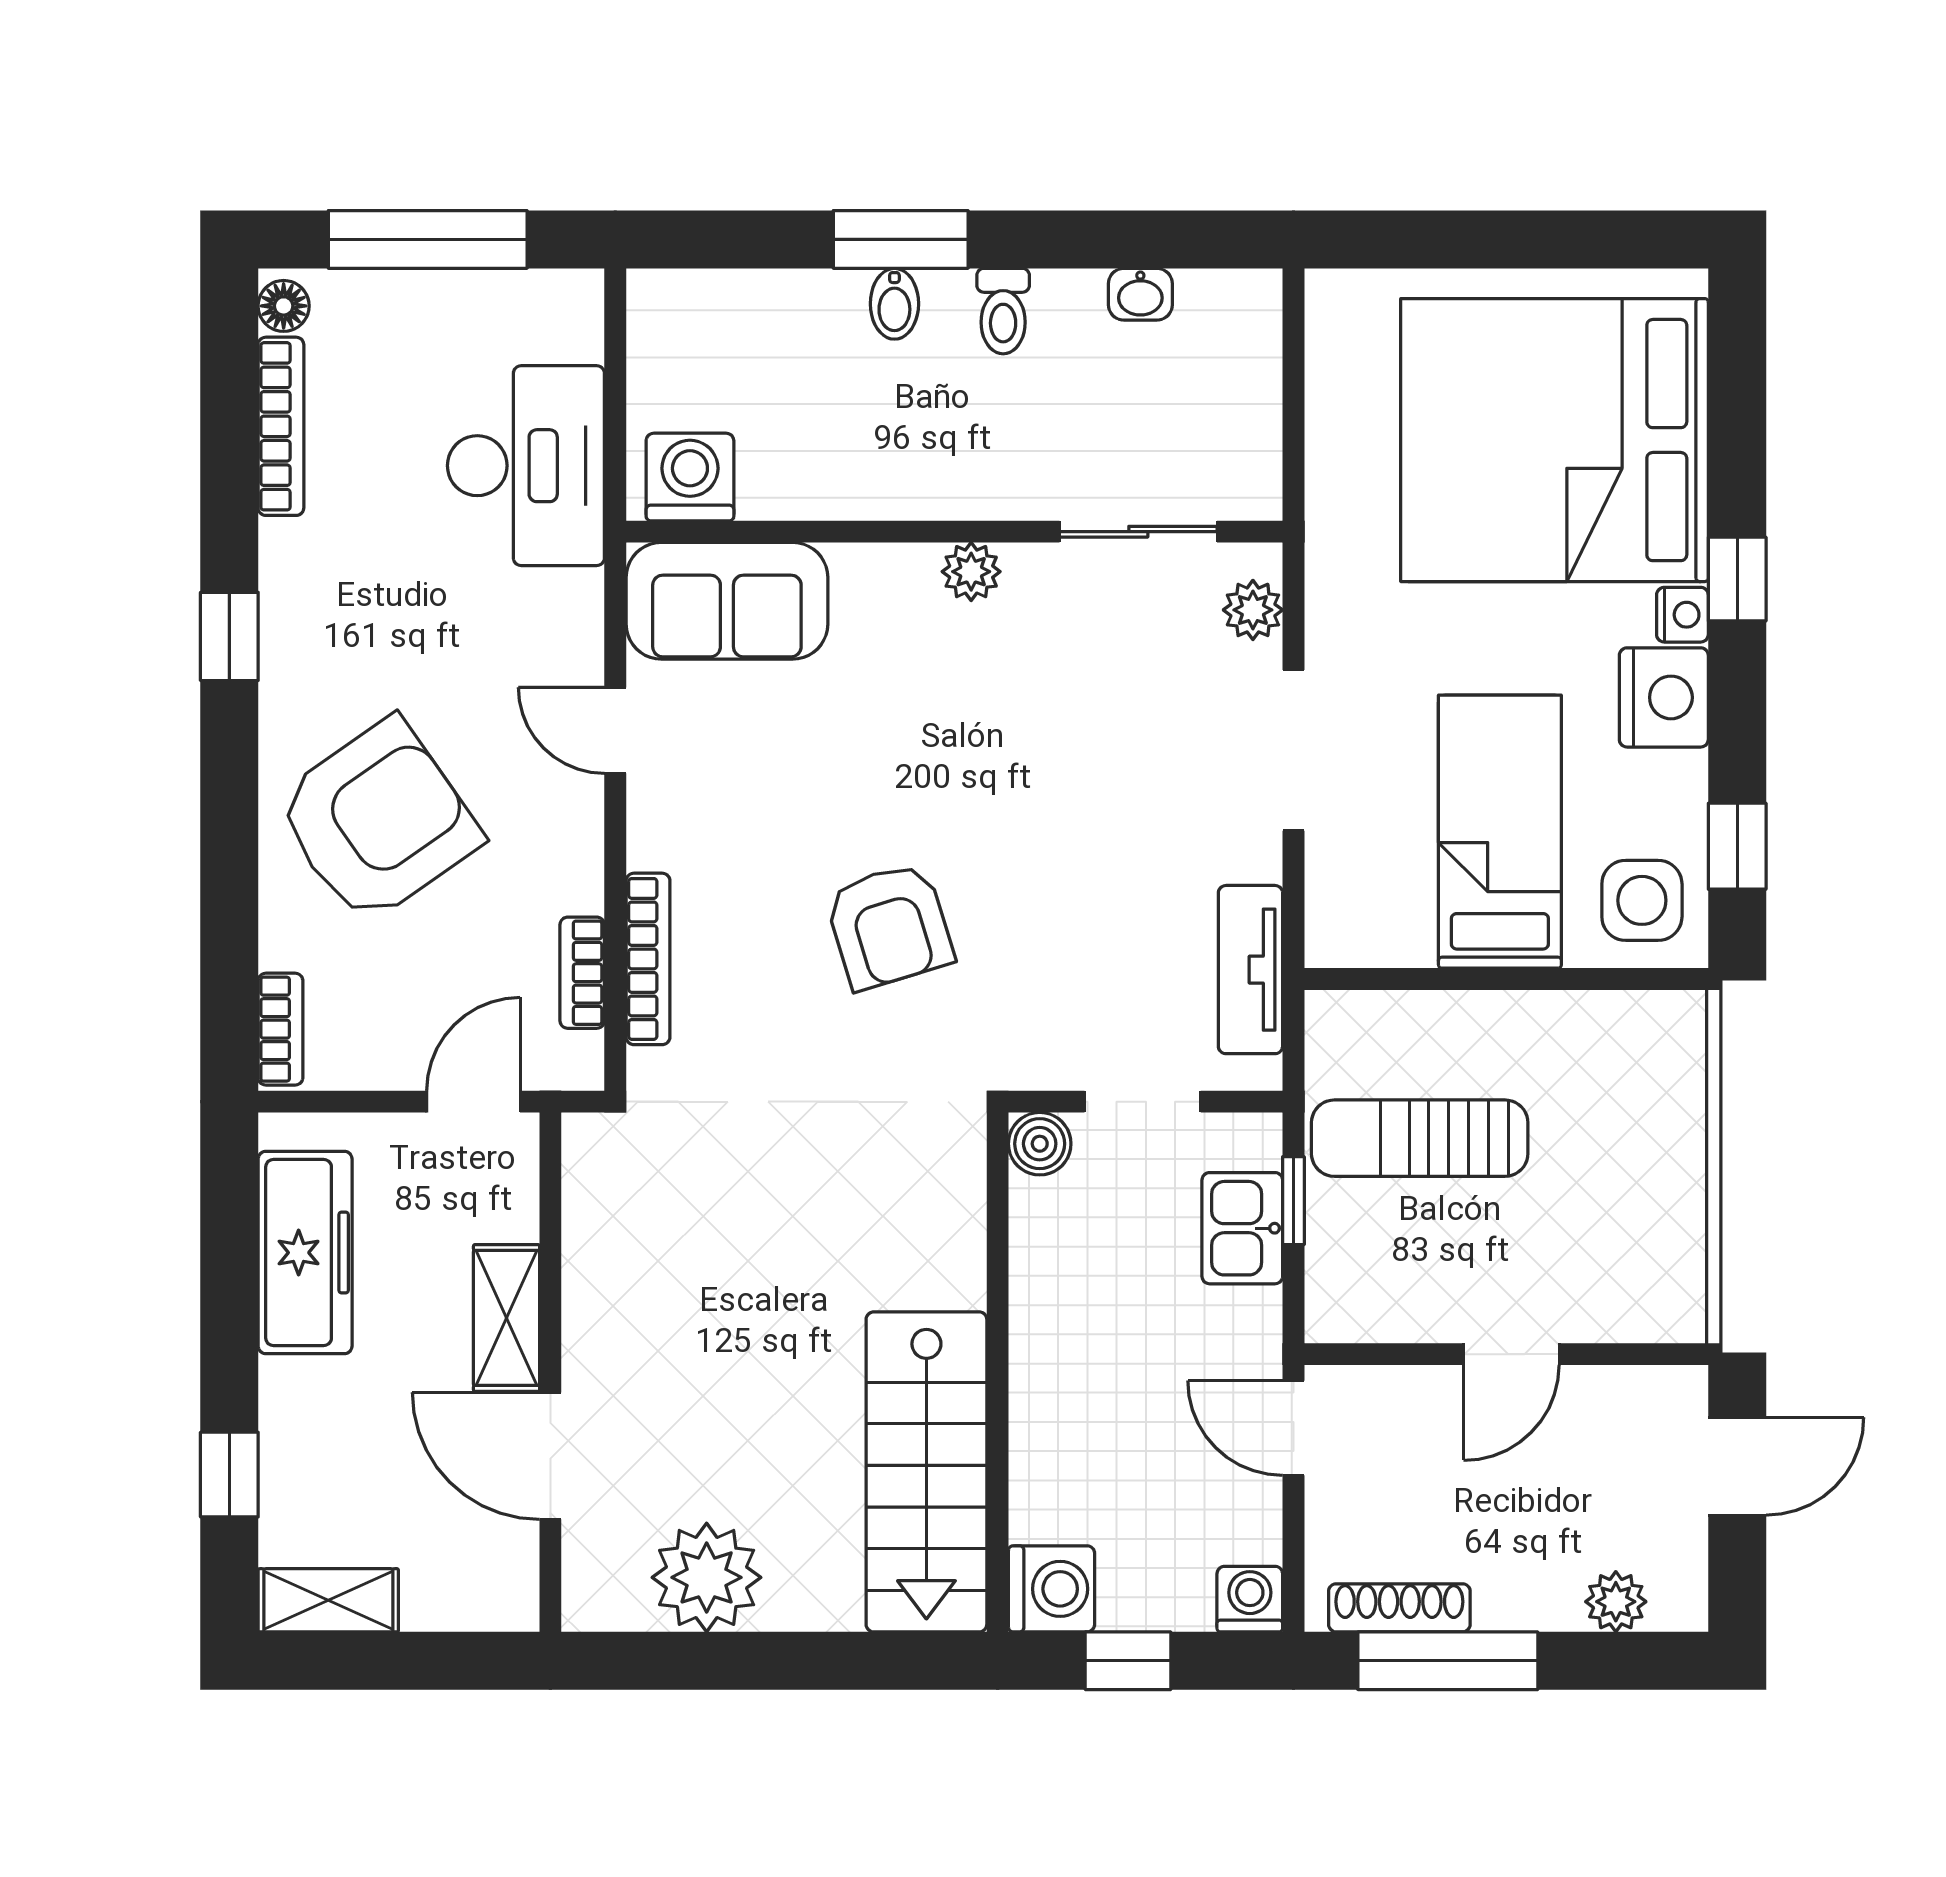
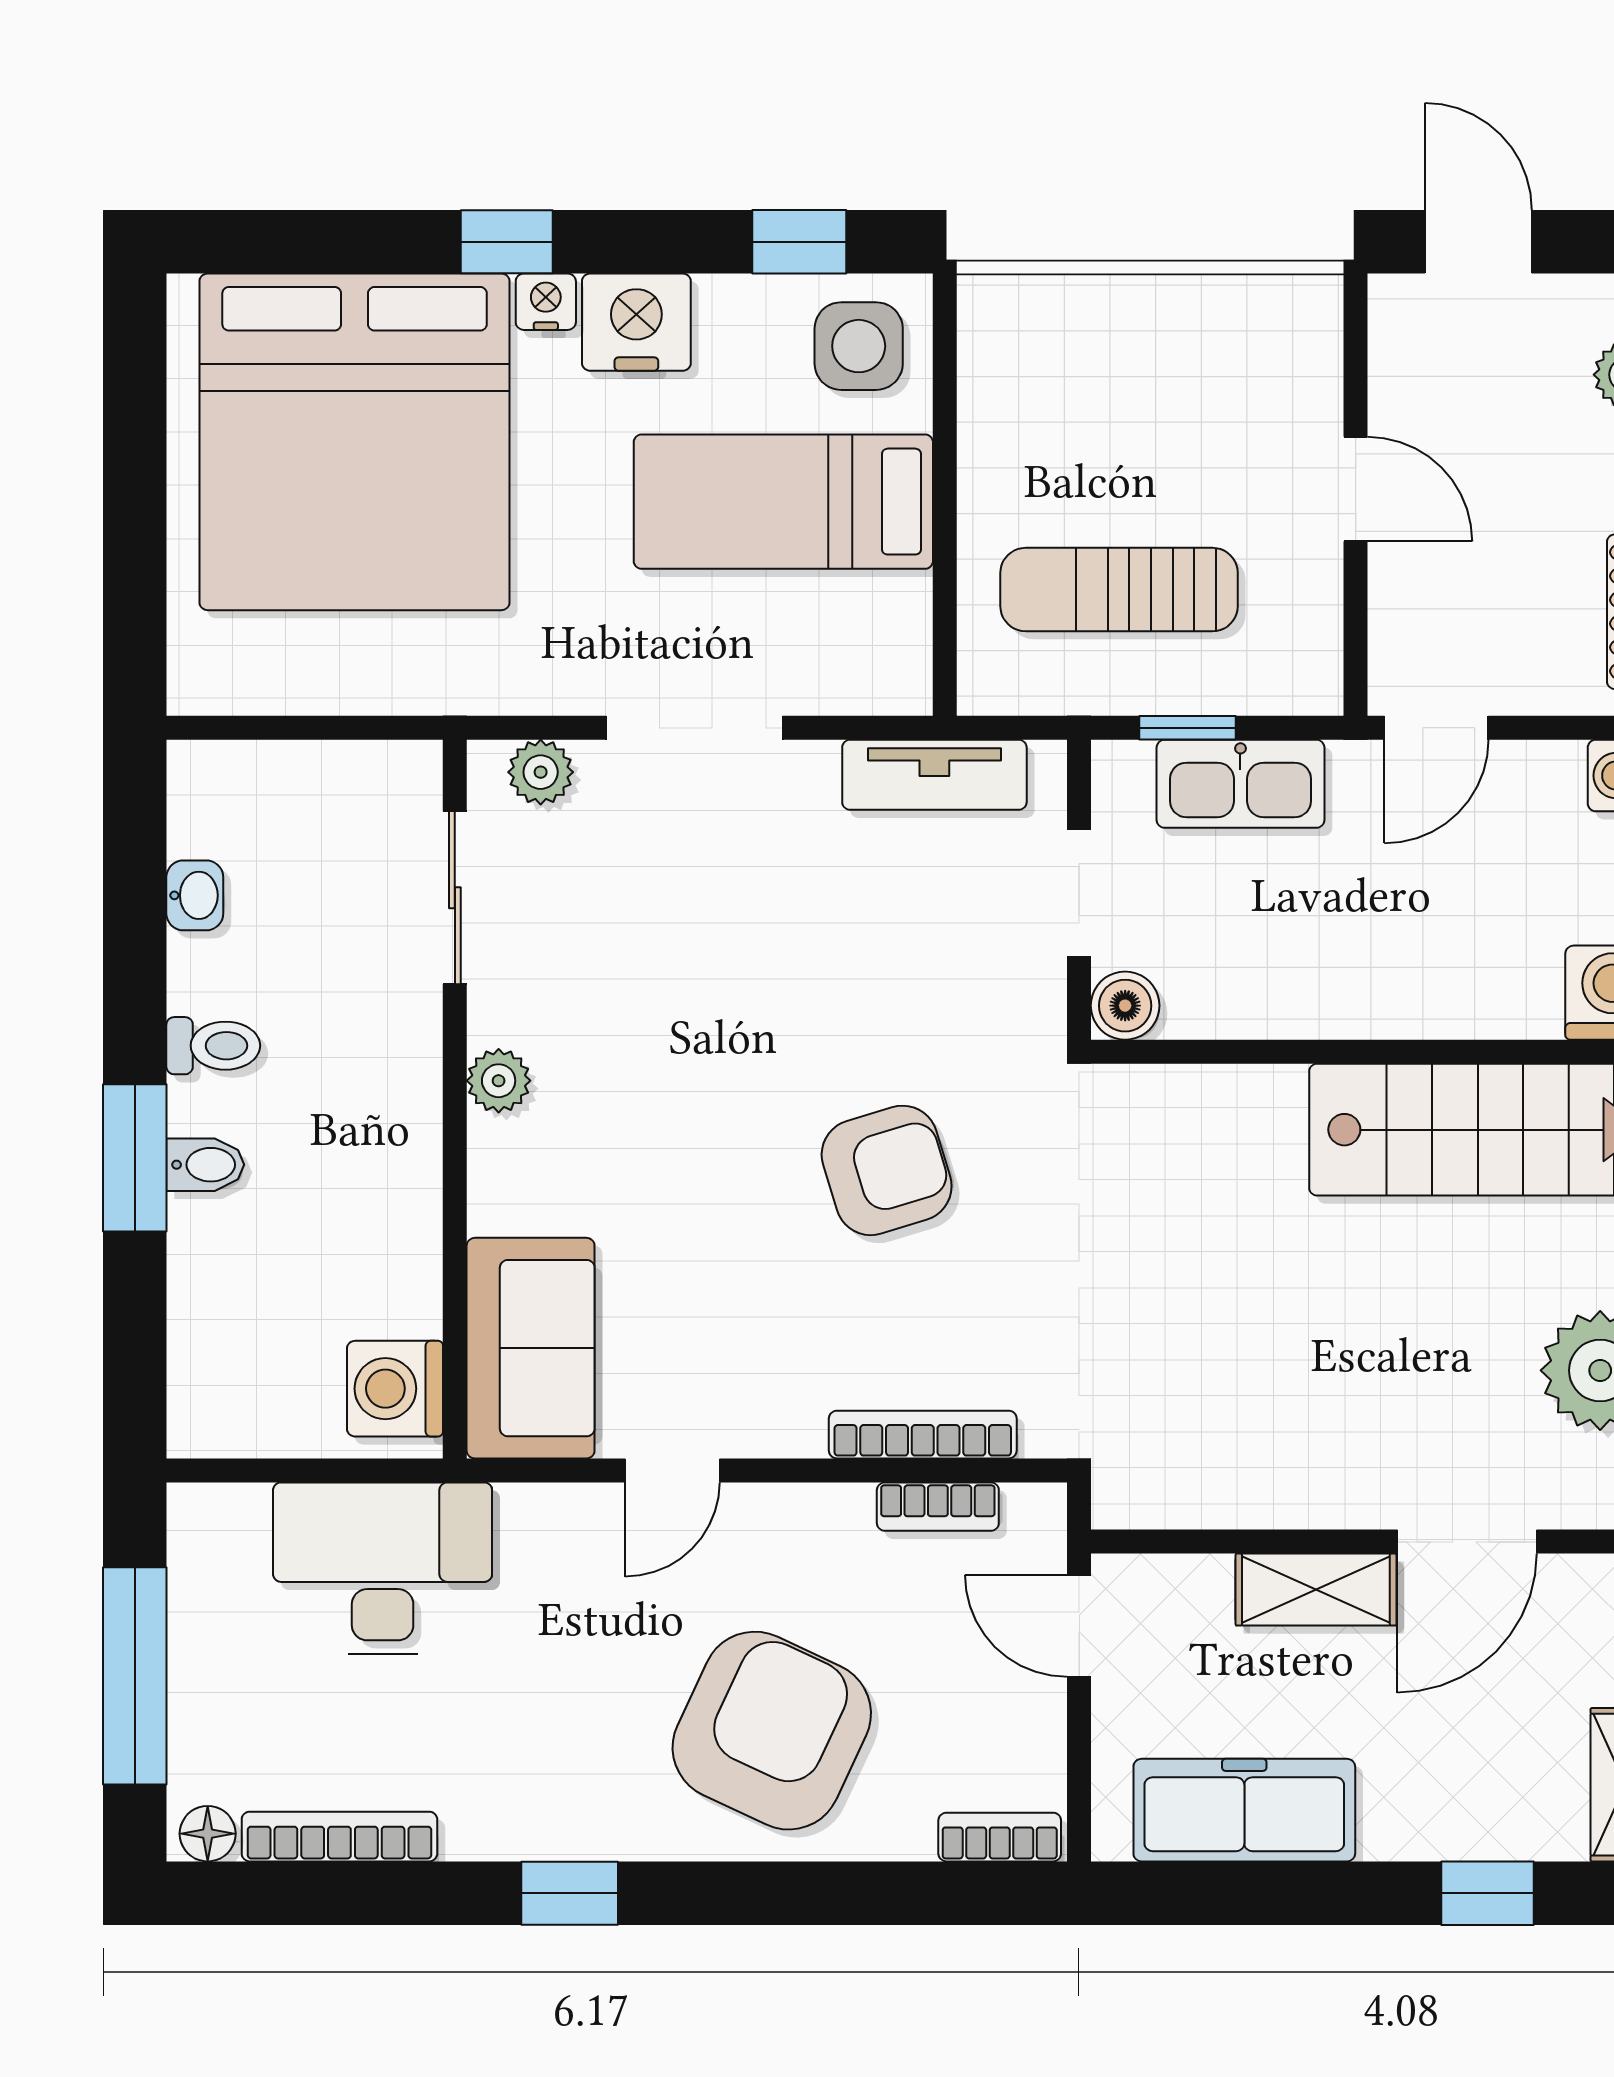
armchair: (378, 821) -> (772, 1731), turned 60
sun lounger: (1420, 1138) -> (1119, 590), turned 90
kitchen sink: (1242, 1228) -> (1240, 784), width x1.38

